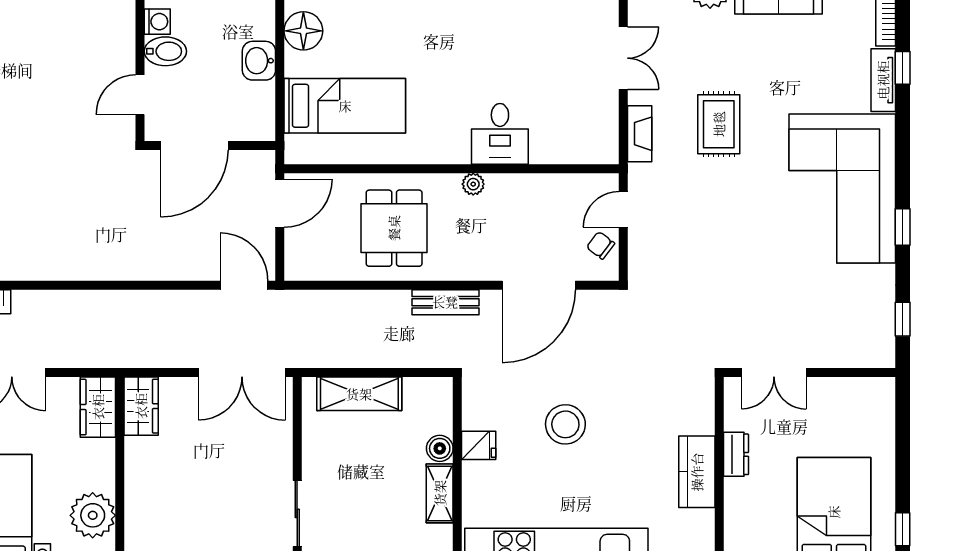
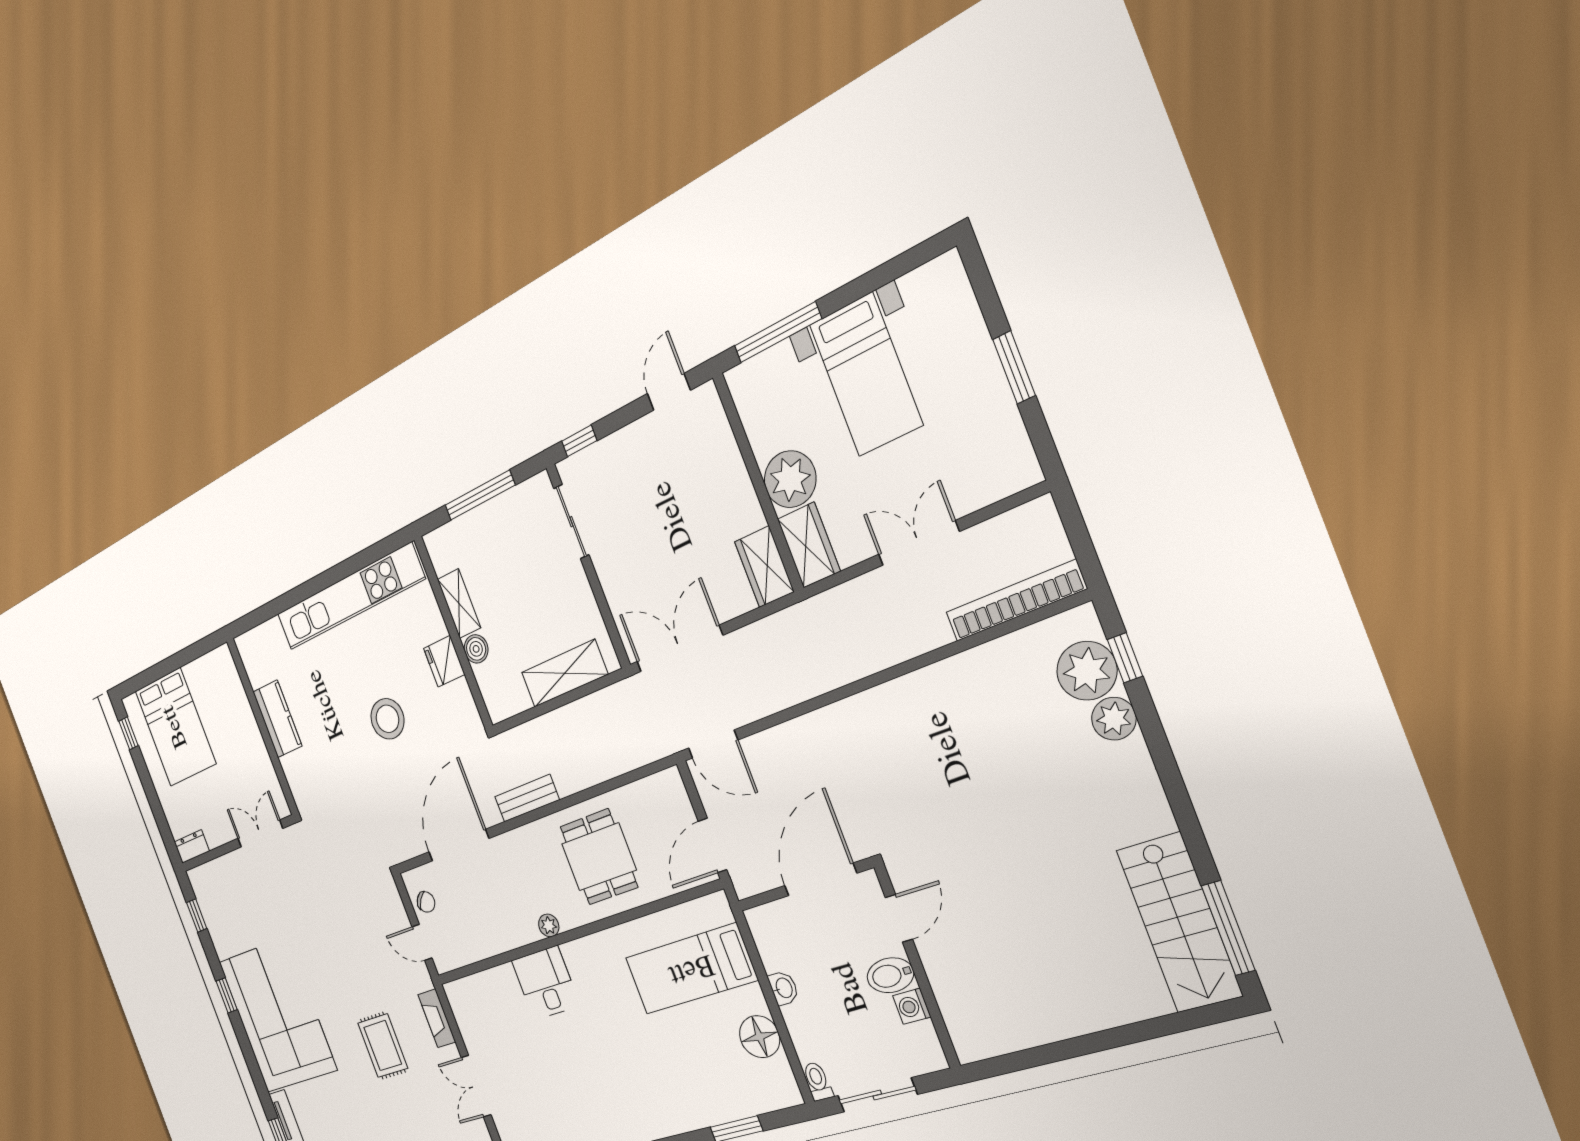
washbasin: (259, 61) -> (784, 988), width x0.72, depth x0.69
door: (623, 209) -> (422, 942), swing flipped
fridge: (479, 445) -> (444, 661), width x1.38
dresser: (736, 454) -> (192, 847), moved, turned 90
plant: (93, 515) -> (790, 479), moved

